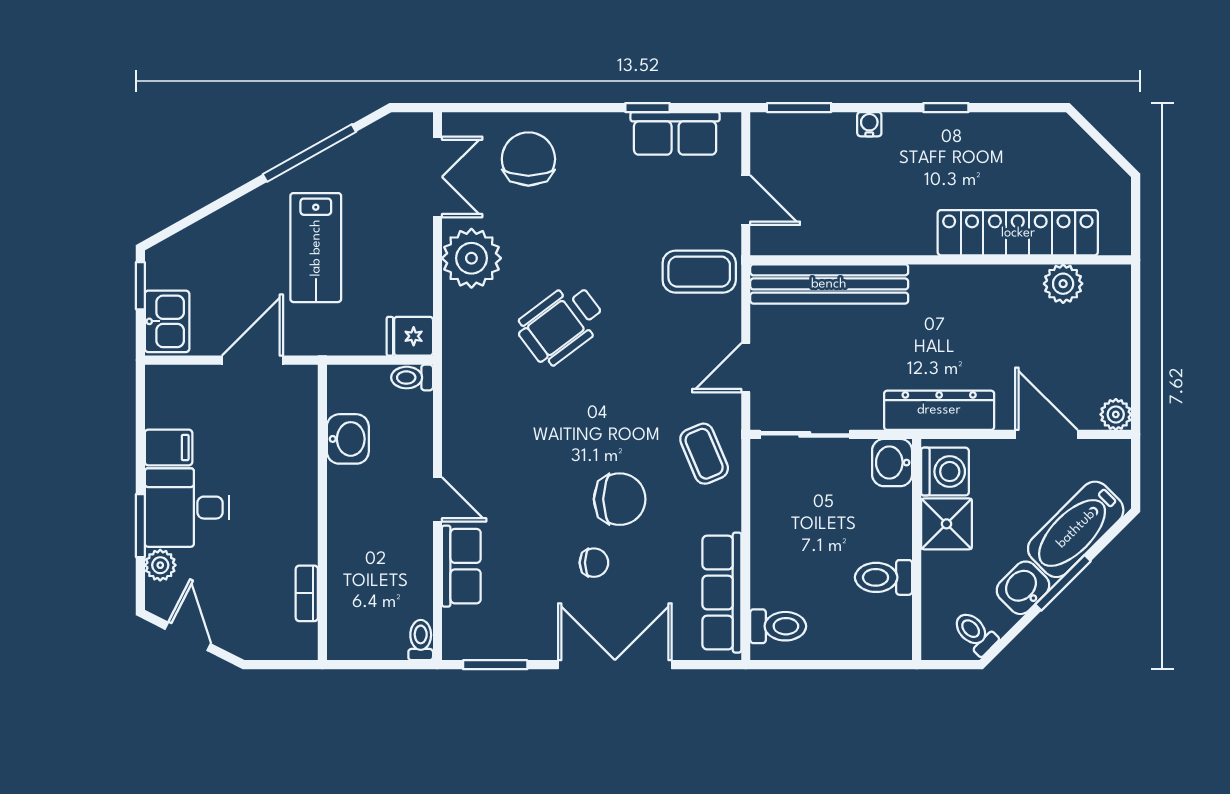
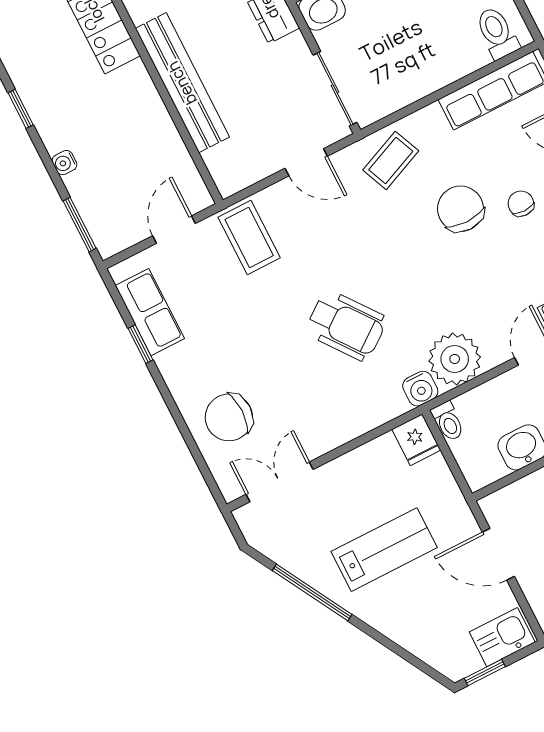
plant: (471, 258) -> (455, 359), moved
bench: (829, 284) -> (182, 83), moved
water cooler: (459, 366) -> (420, 389), added

